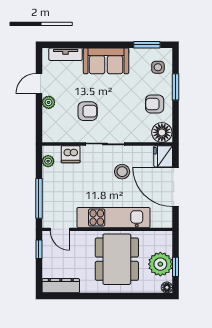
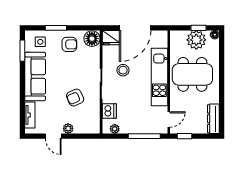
sofa: (106, 61) -> (35, 76), width x1.36
armchair: (155, 104) -> (69, 44), turned -91
armchair: (88, 111) -> (75, 98), turned -114

